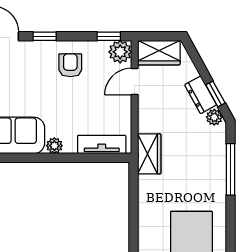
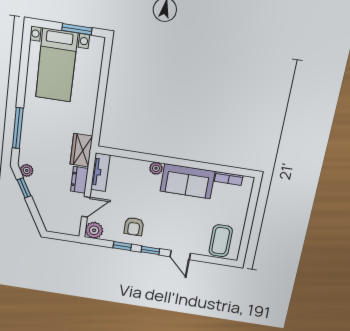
window: (109, 36) -> (122, 246), moved
wardrobe: (159, 53) -> (64, 225), removed
dresser: (201, 95) -> (79, 180), moved, turned -151
tv unit: (102, 144) -> (100, 172), moved, turned -90

